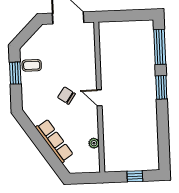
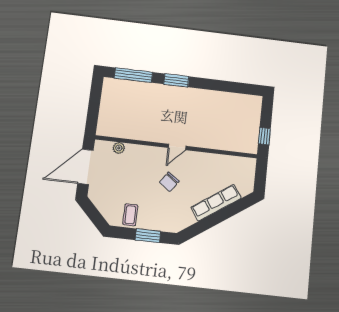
window: (15, 73) -> (148, 236), moved
plant: (94, 143) -> (119, 148), moved
window: (135, 176) -> (264, 136), moved

